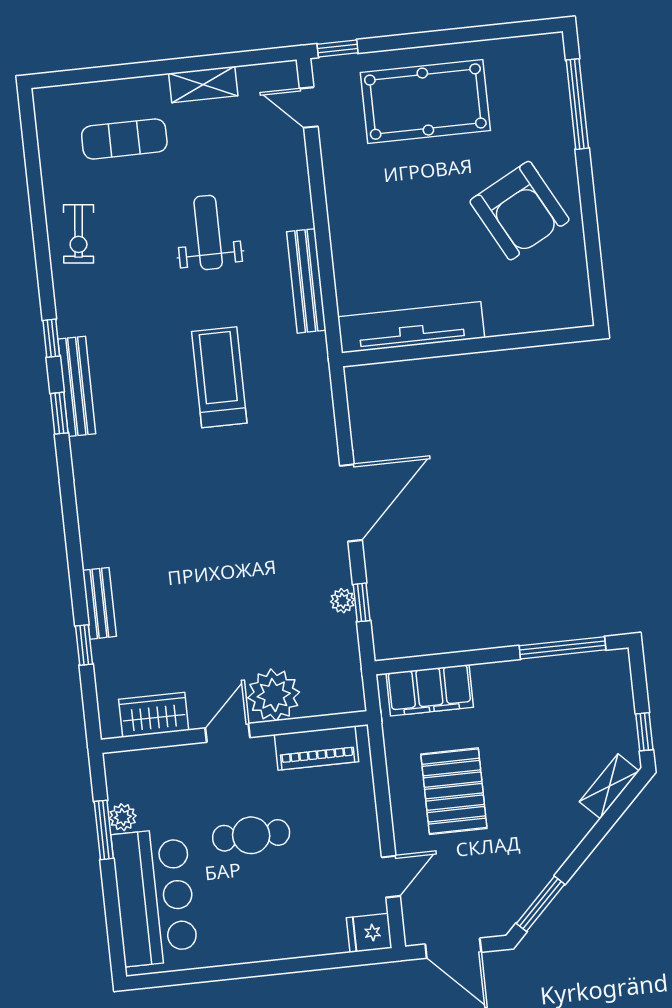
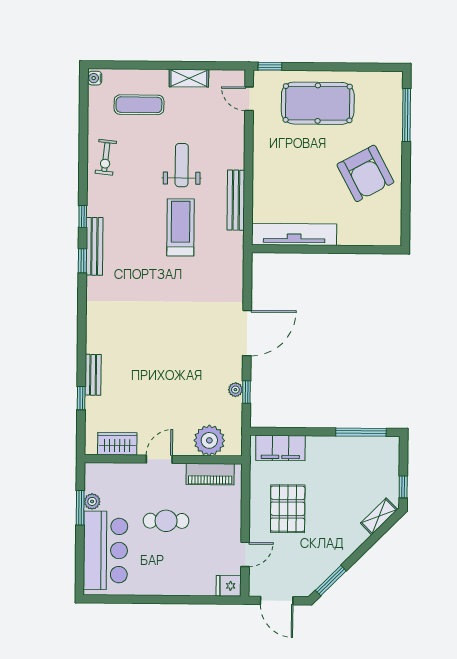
water cooler: (45, 103) -> (95, 78), added
treadmill: (219, 377) -> (181, 227), moved
plant: (274, 695) -> (209, 440), moved

